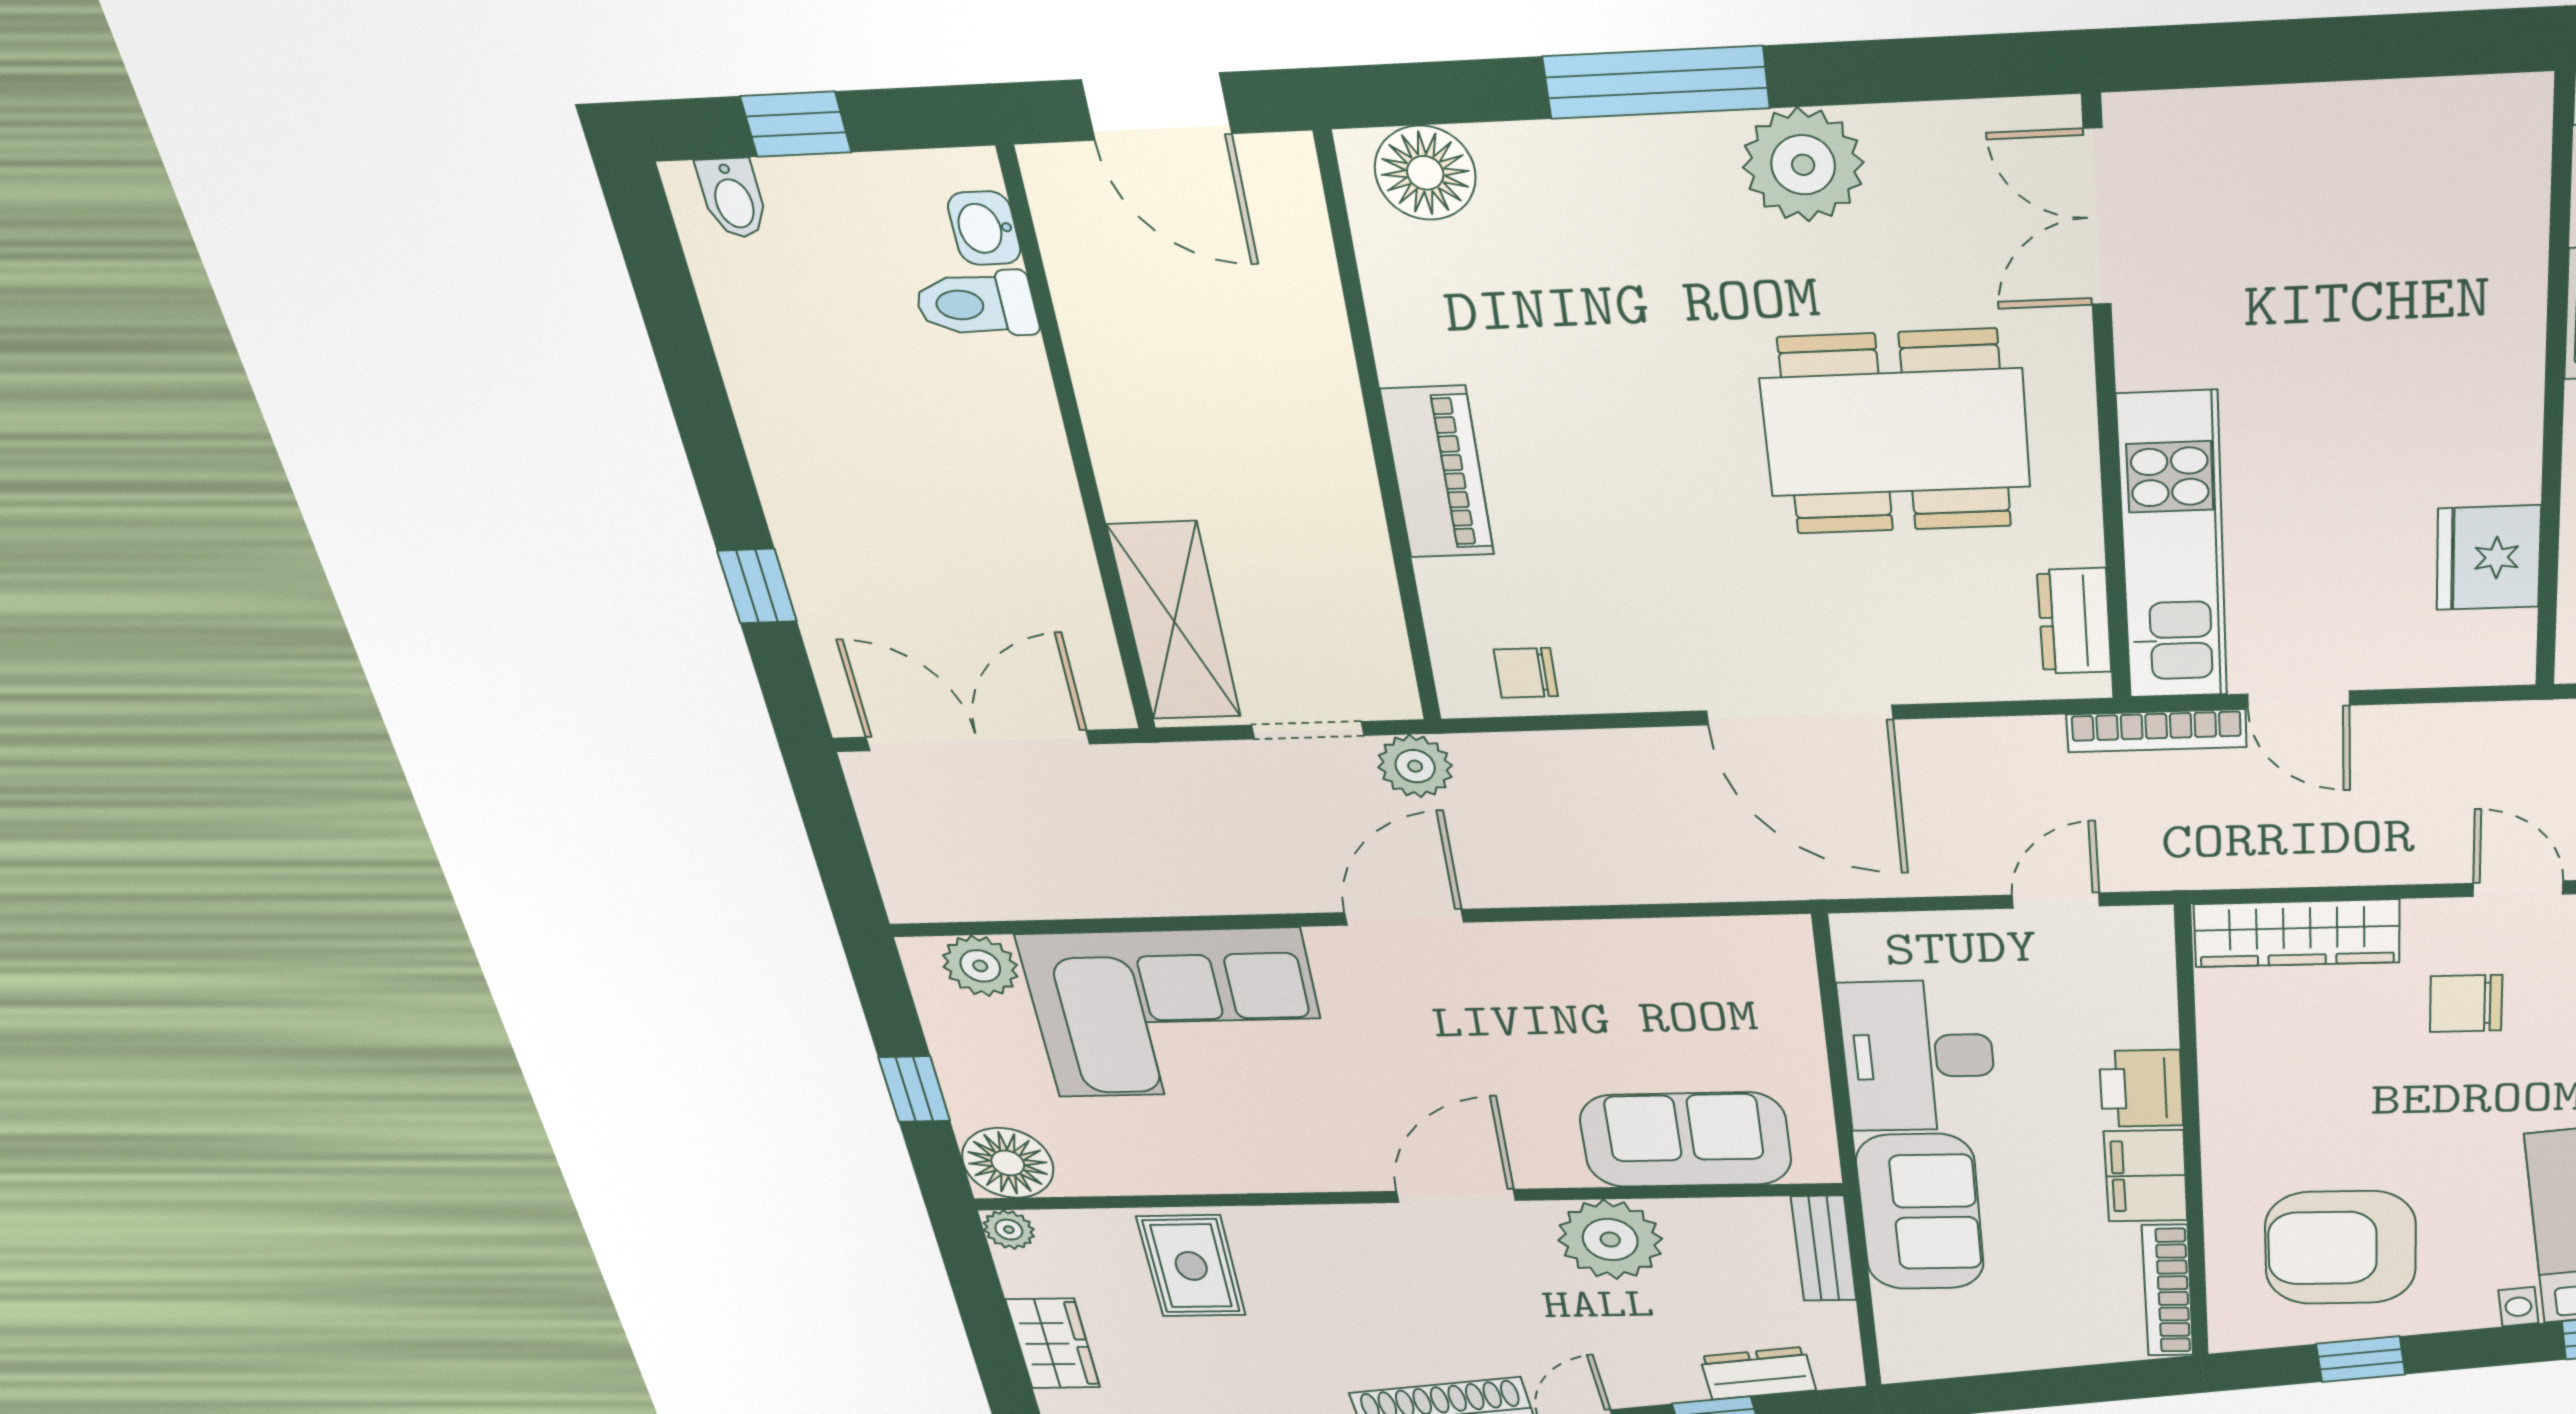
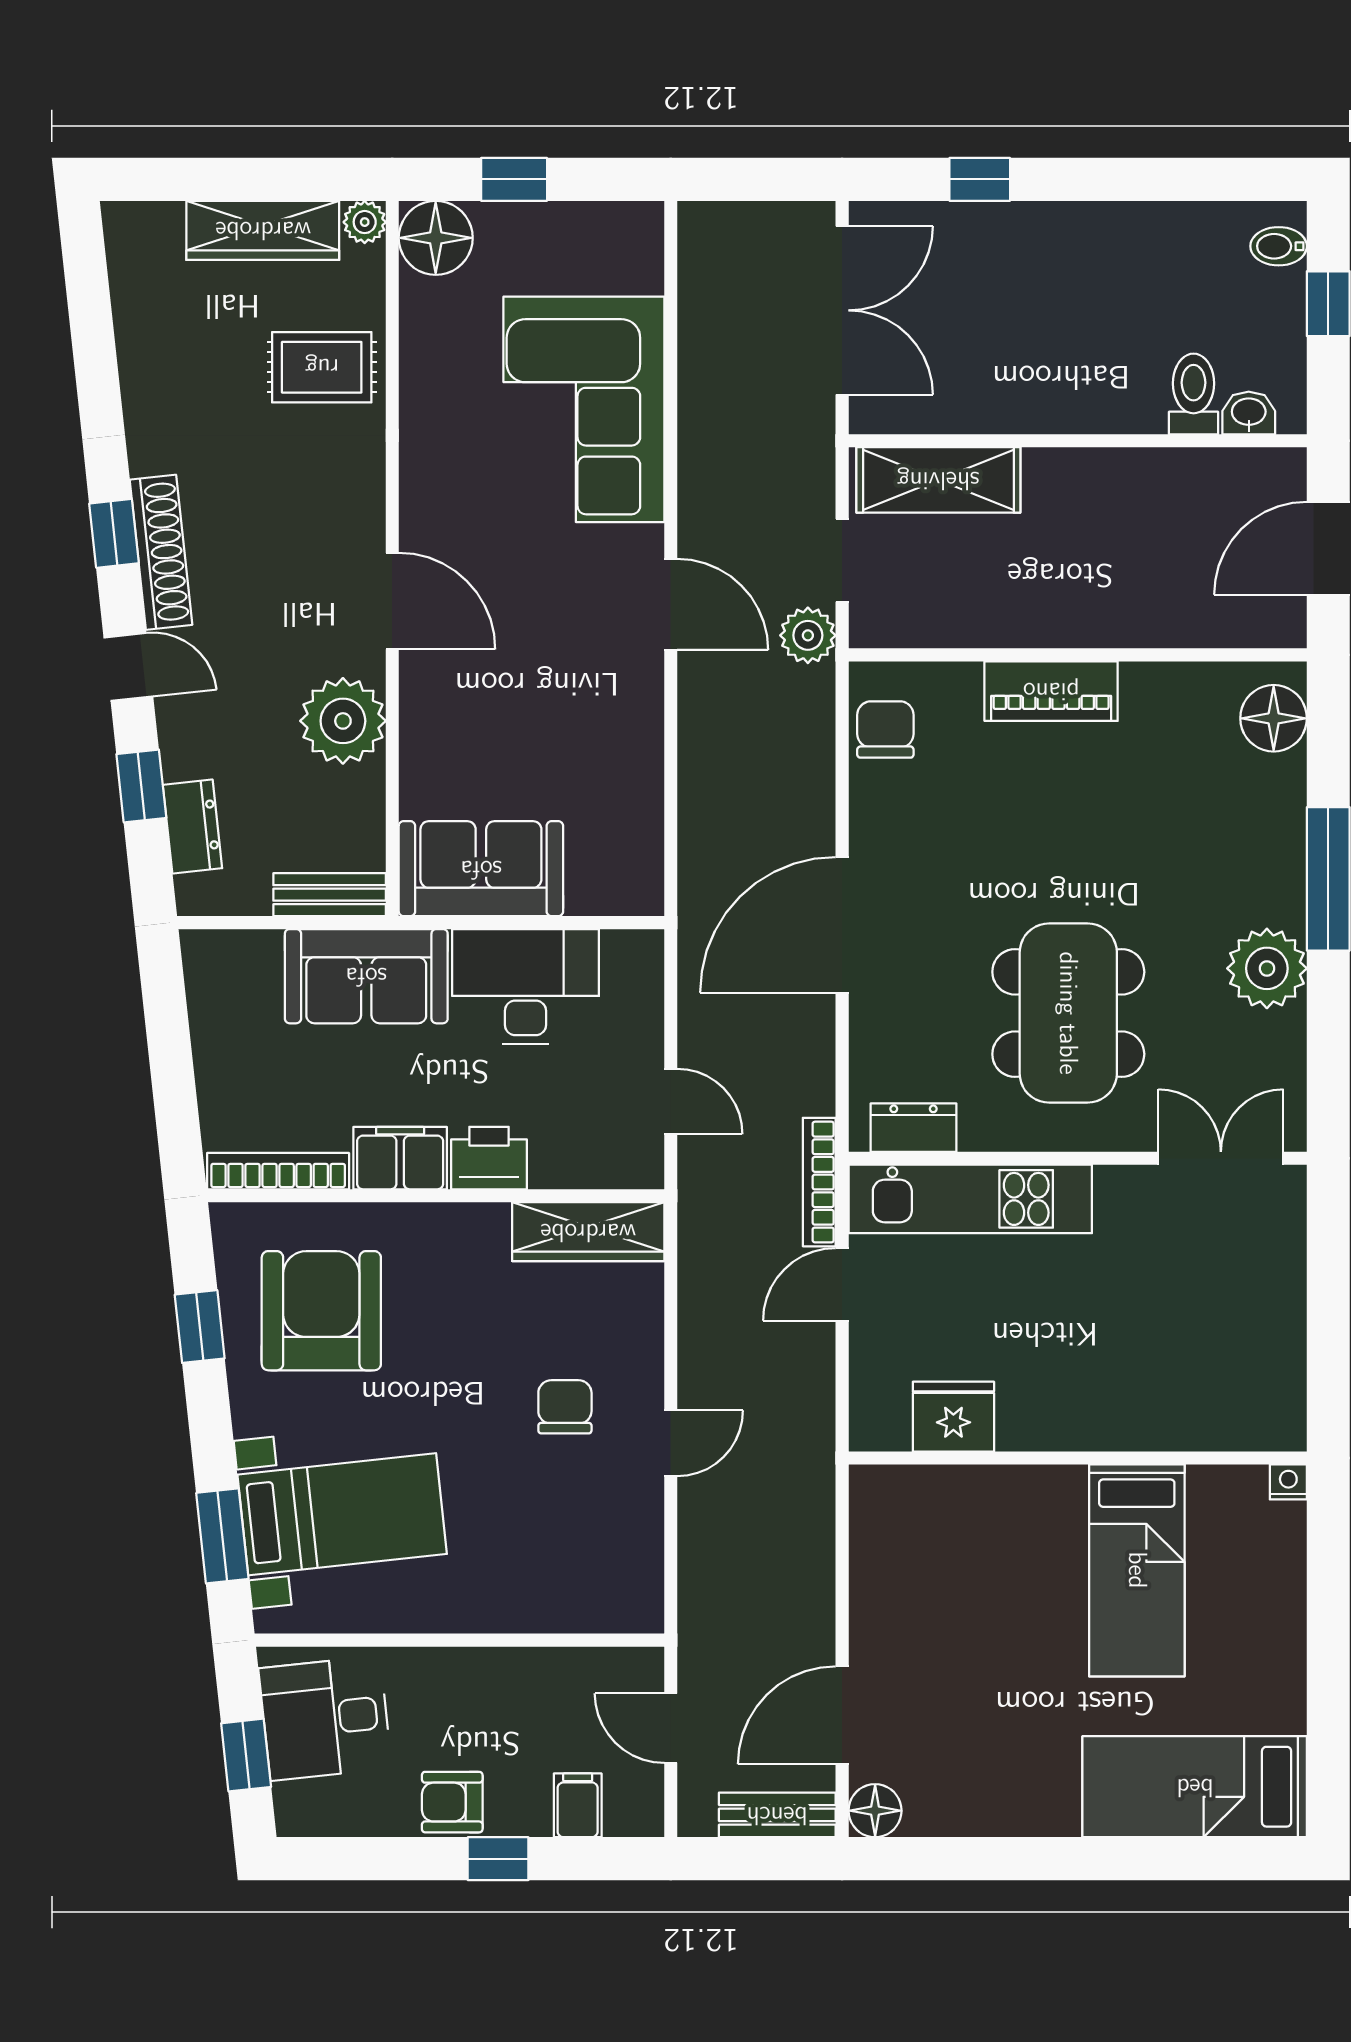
chair: (1526, 673) -> (885, 730), width x1.37, depth x1.37
wardrobe: (2297, 933) -> (588, 1232), moved, turned -90
plant: (980, 966) -> (635, 263), removed
sofa: (1686, 1140) -> (481, 869), moved, turned -90
wardrobe: (1053, 1344) -> (263, 230), width x1.50

